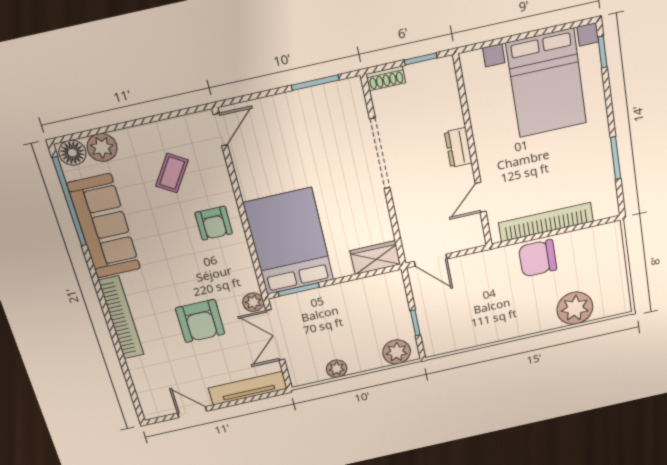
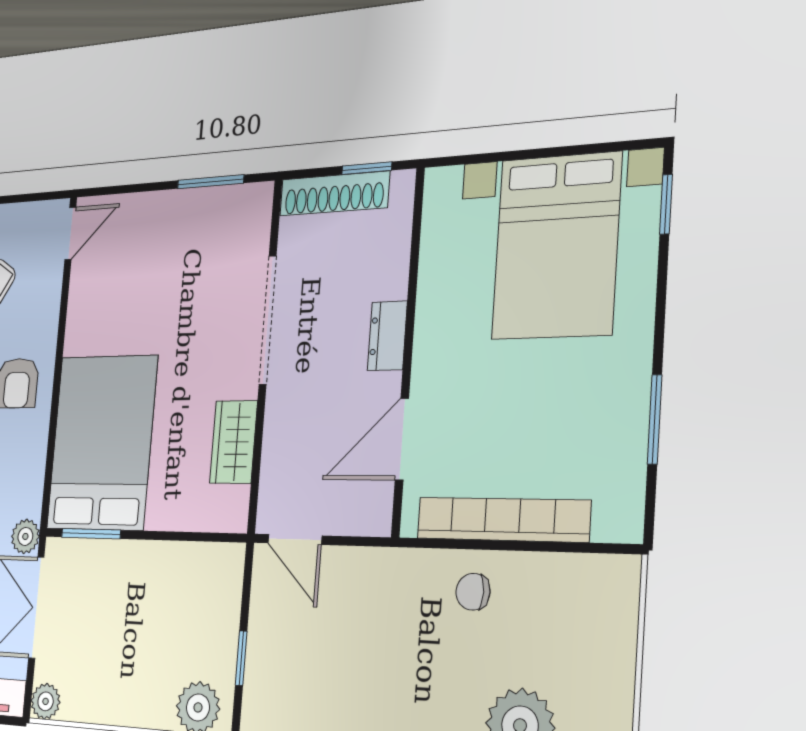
shoe rack: (386, 78) -> (334, 194), width x1.94, depth x1.24
door: (481, 197) -> (402, 439), width x1.38
wardrobe: (375, 258) -> (234, 442), moved, turned -90
chair: (538, 258) -> (473, 592), width x0.54, depth x0.54
plant: (337, 369) -> (46, 701), moved

